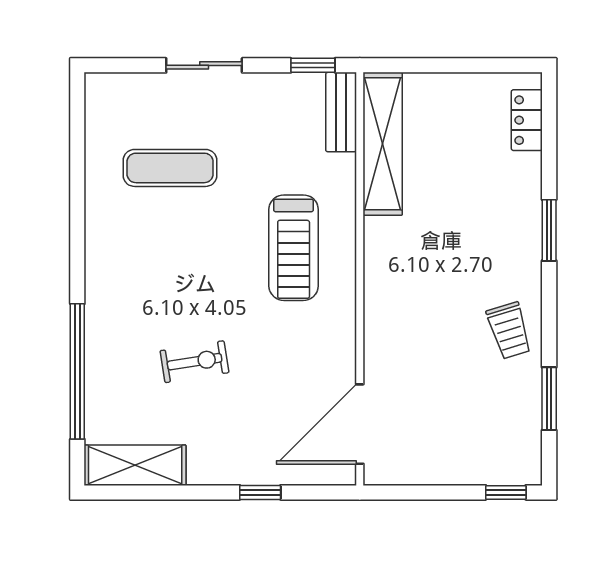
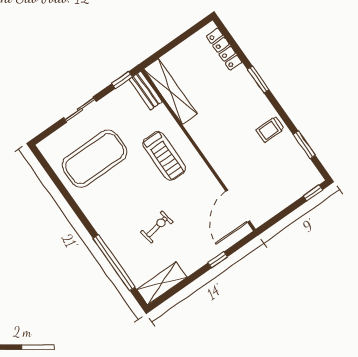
locker: (527, 120) -> (224, 49), width x1.53
exercise mat: (170, 168) -> (95, 159), width x2.00, depth x1.45
trolley: (509, 331) -> (270, 129), turned 107

